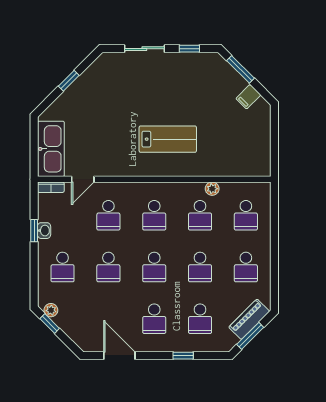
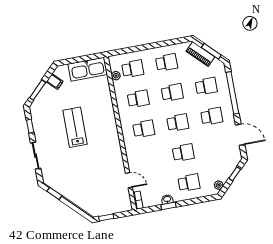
window: (69, 81) -> (54, 193), moved
window: (34, 136) -> (106, 217), added
lab bench: (168, 139) -> (75, 127), moved
kitchen sink: (51, 149) -> (88, 69), moved, turned 180
plant: (212, 189) -> (116, 76), moved
school desk: (108, 215) -> (149, 159), removed
window: (50, 323) -> (235, 174), moved
door: (119, 356) -> (240, 135), swing flipped
window: (183, 356) -> (232, 93), width x3.17

